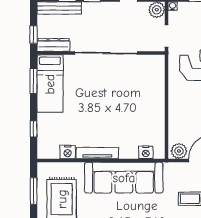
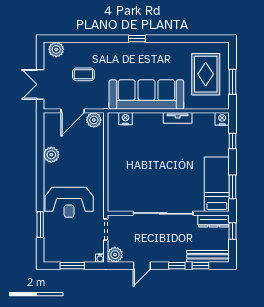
nightstand: (68, 152) -> (222, 119), moved
tv unit: (97, 153) -> (178, 118), width x0.71

